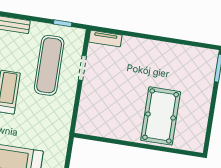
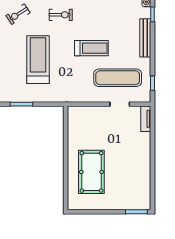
pool table: (161, 116) -> (91, 172), turned 90

